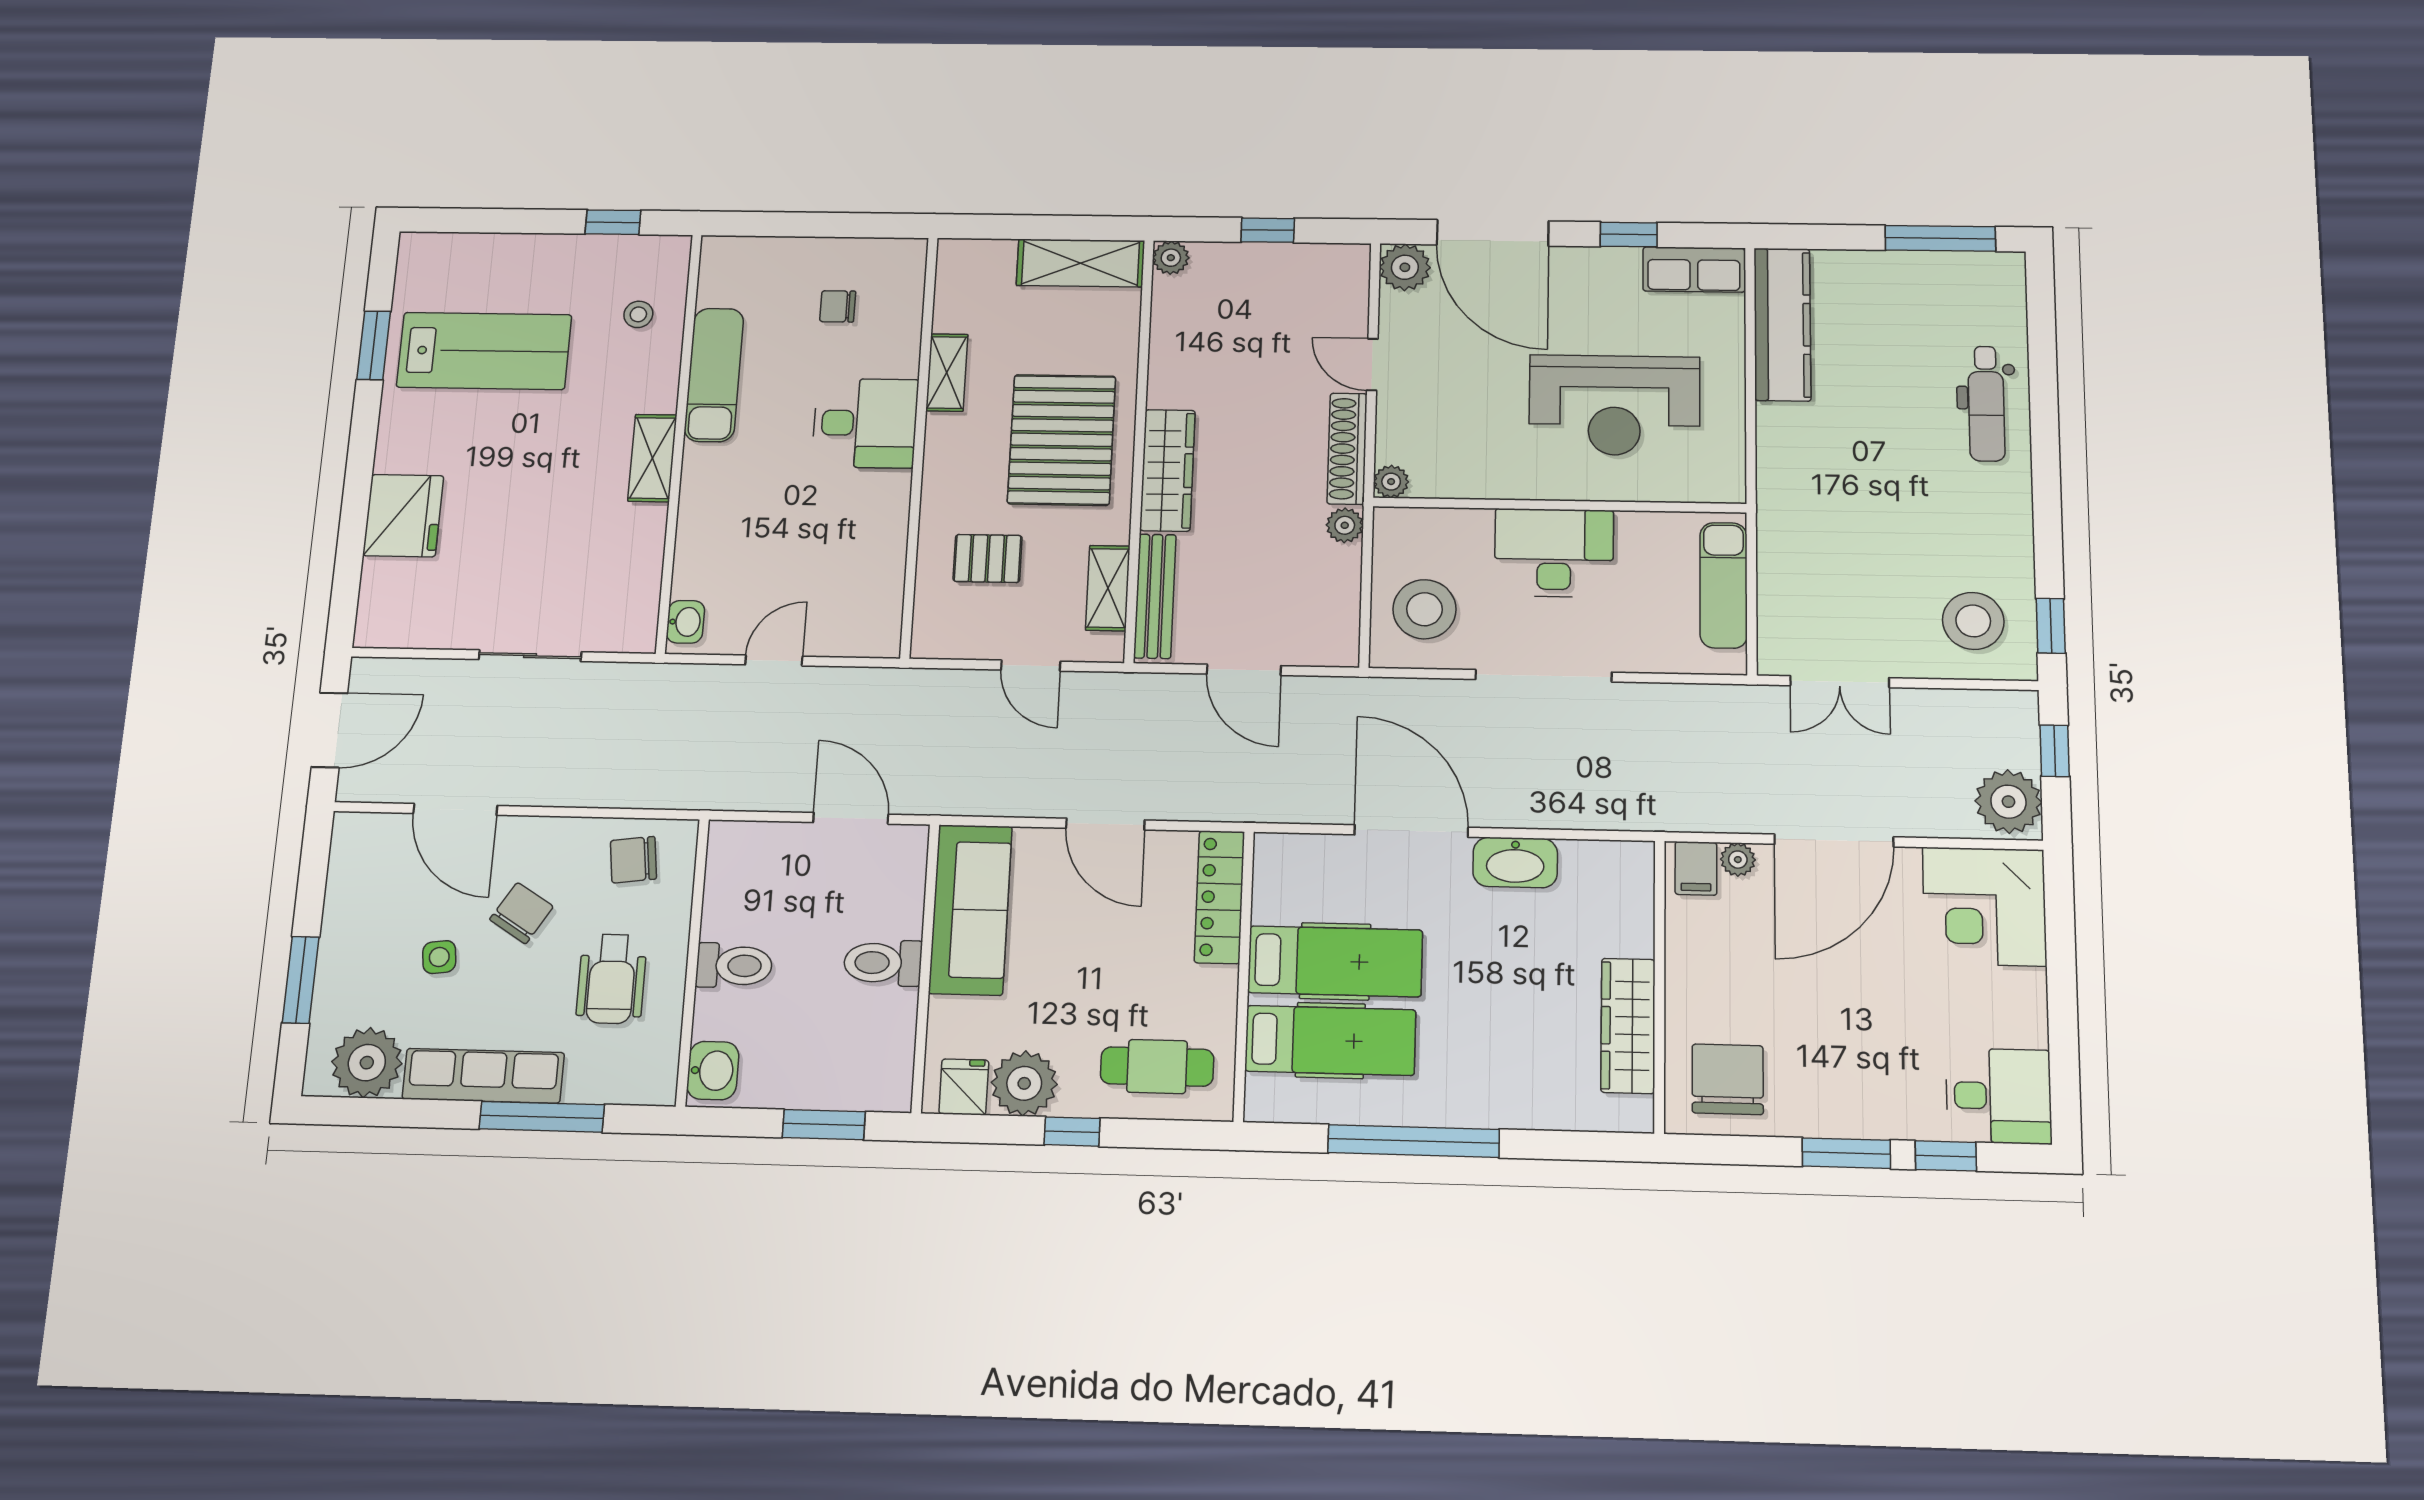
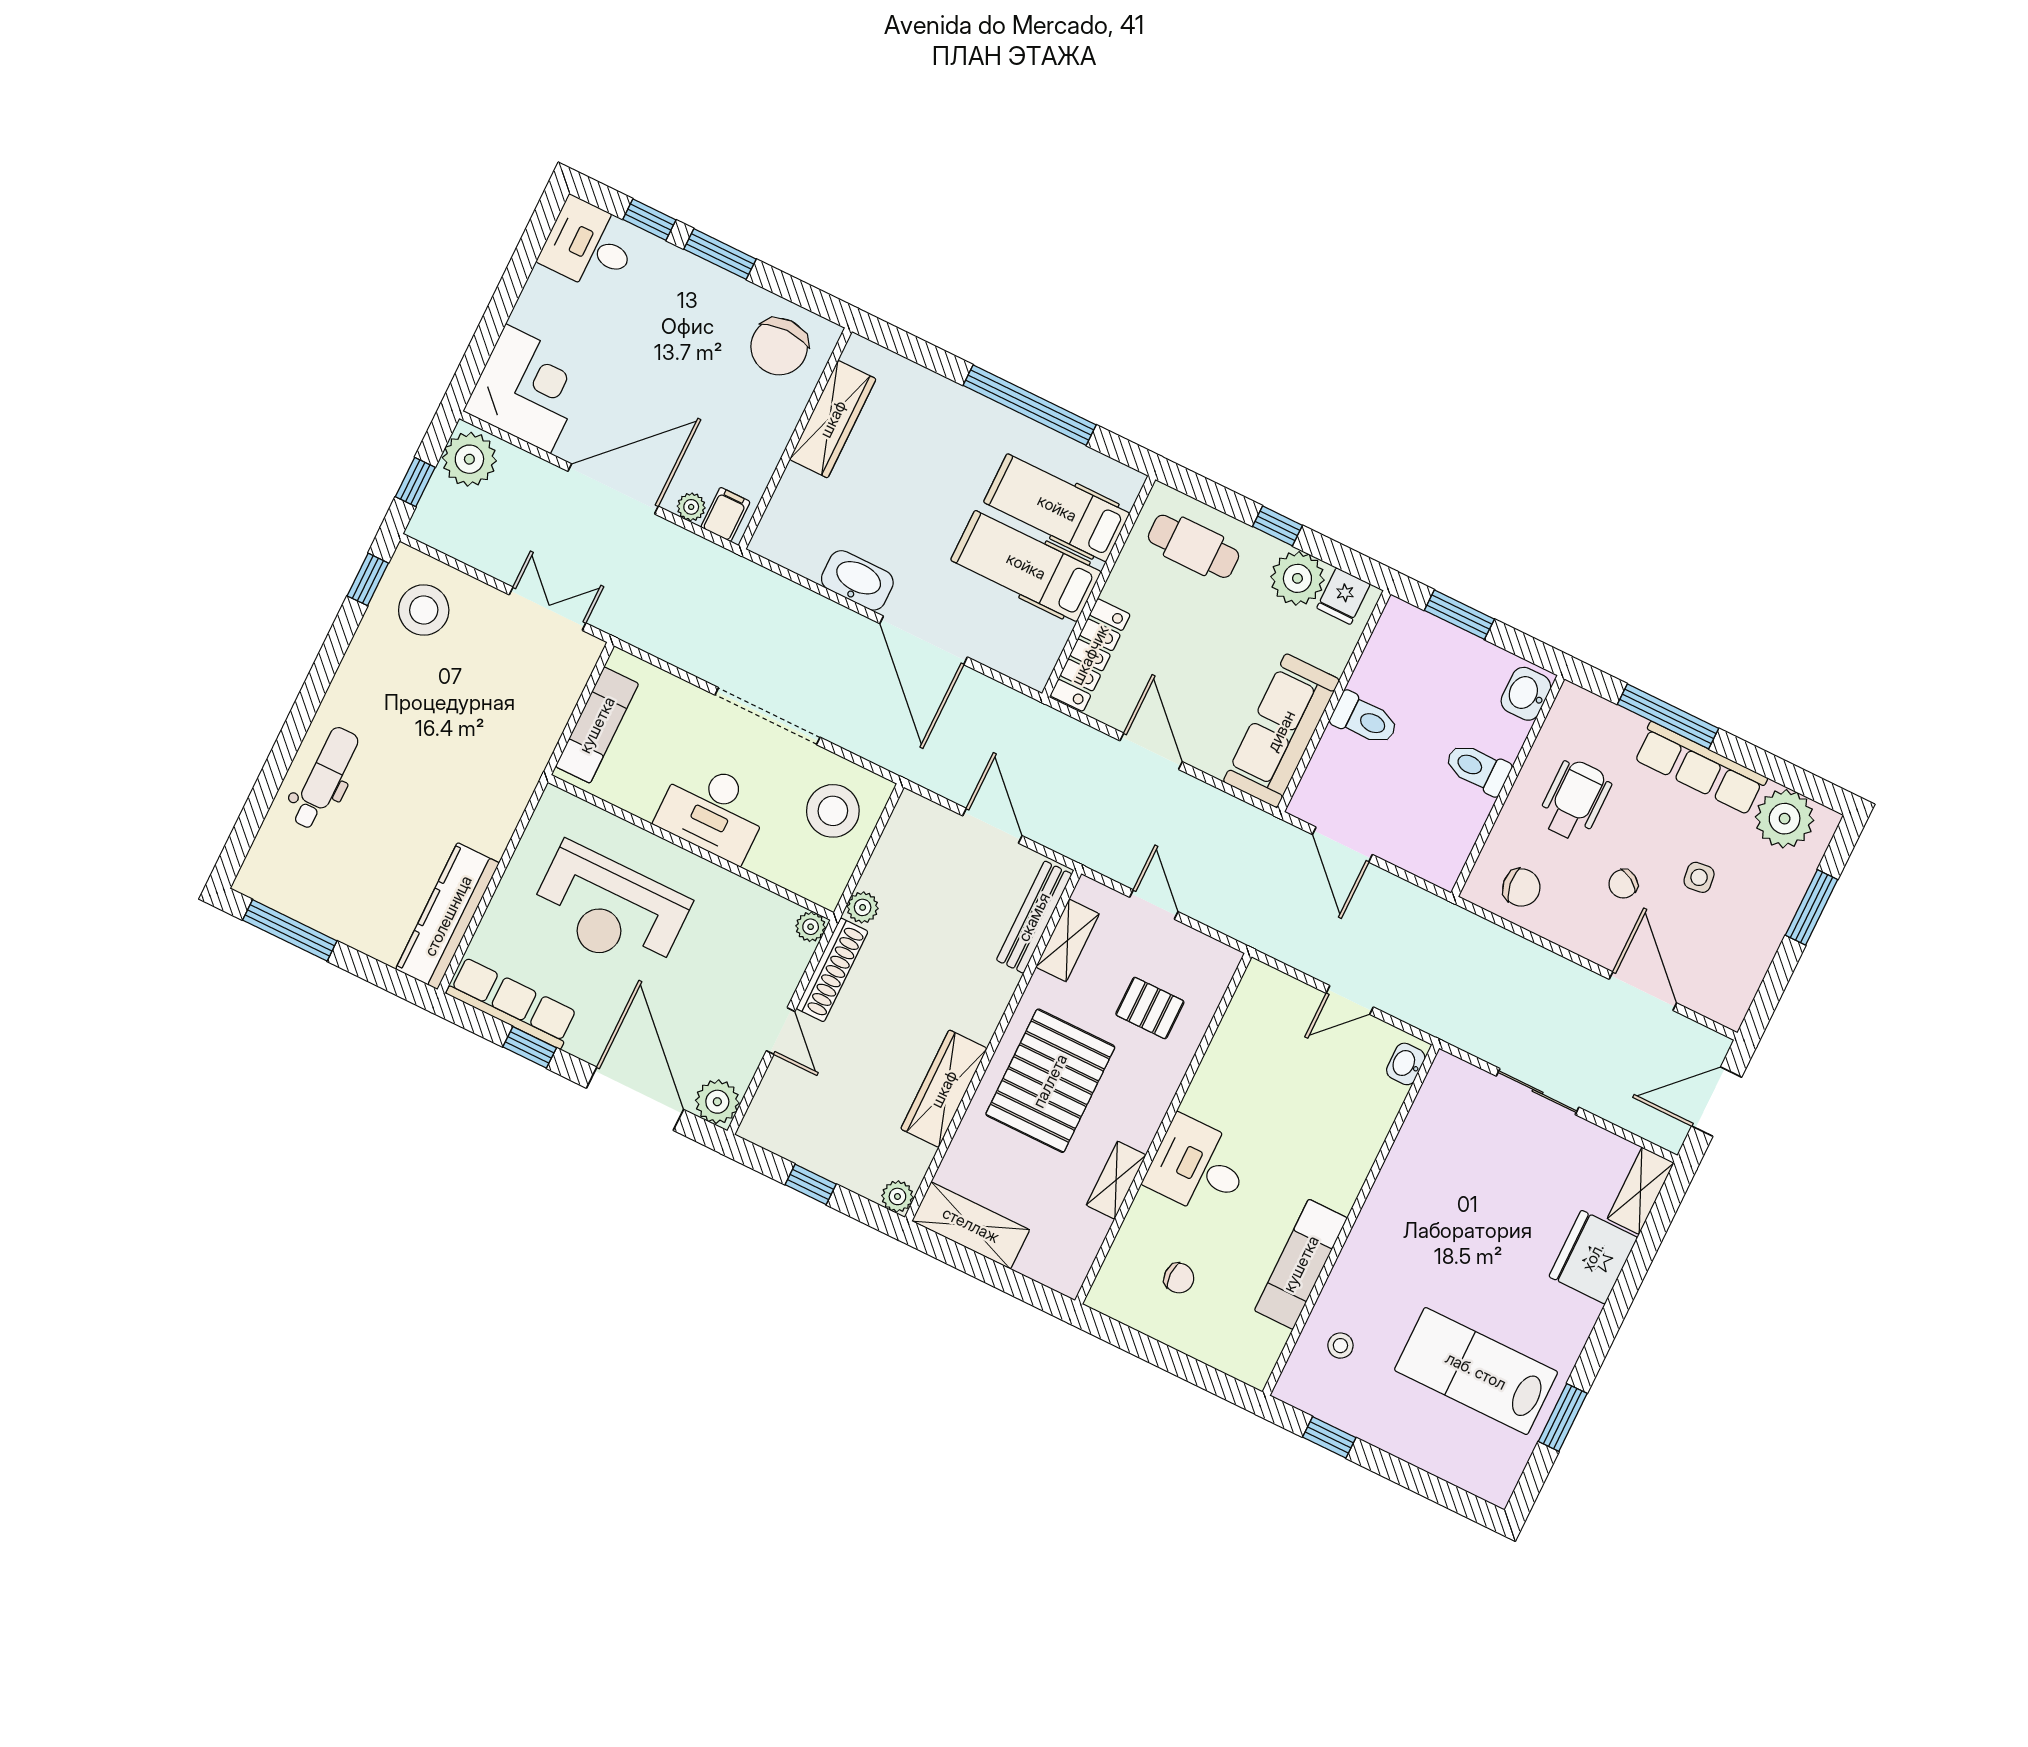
row of seats: (1694, 270) -> (512, 1003), width x1.48
reception desk: (1614, 405) -> (609, 910), turned 180
shelving: (652, 458) -> (1641, 1191), moved
wardrobe: (1167, 470) -> (944, 1089), moved
chair: (521, 913) -> (1623, 884), width x0.73, depth x0.73

